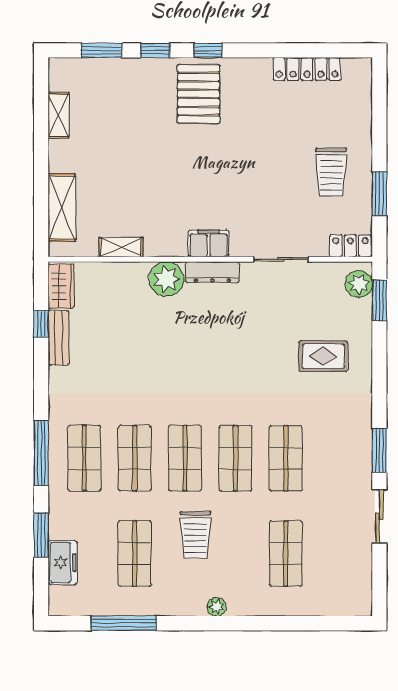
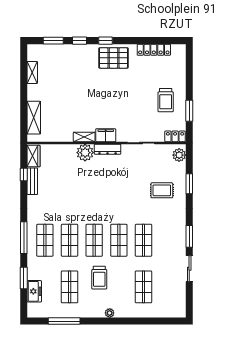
pallet: (199, 94) -> (113, 58), moved, turned 90
shelving: (121, 247) -> (84, 137), moved
window: (379, 300) -> (189, 184), moved

